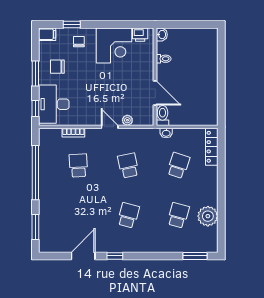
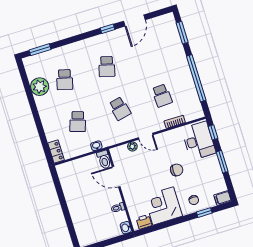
chair: (57, 67) -> (177, 170), moved
locker: (212, 147) -> (56, 151), width x0.66

